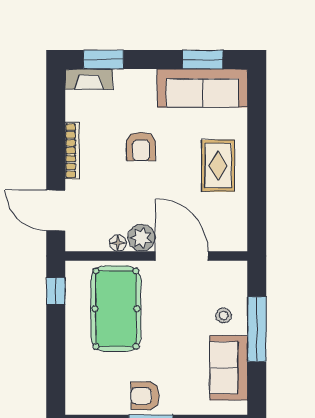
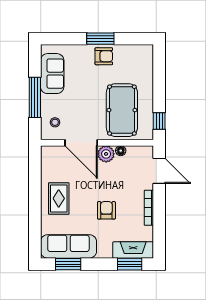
fireplace: (89, 79) -> (133, 250), width x1.37, depth x1.32
stool: (224, 316) -> (55, 122), moved

